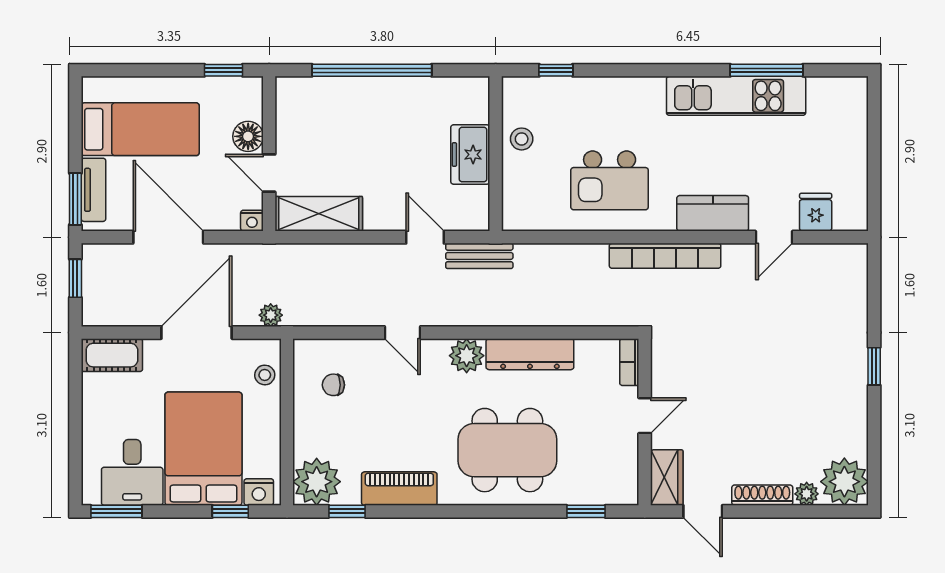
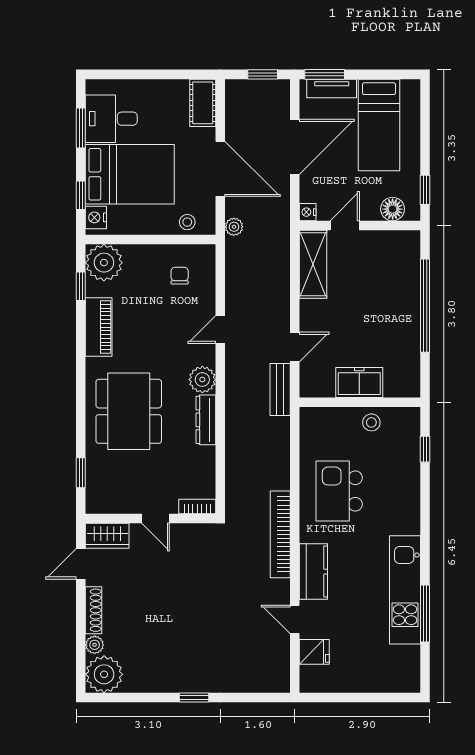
floor lamp: (248, 136) -> (393, 209), moved
dresser: (530, 354) -> (206, 420), width x0.73, depth x0.80
window: (116, 511) -> (81, 128), moved

